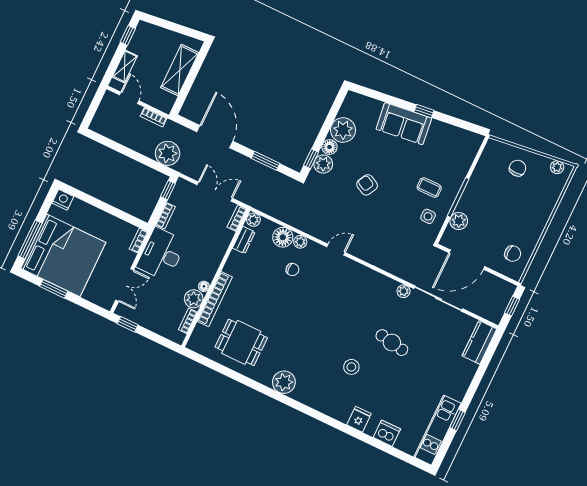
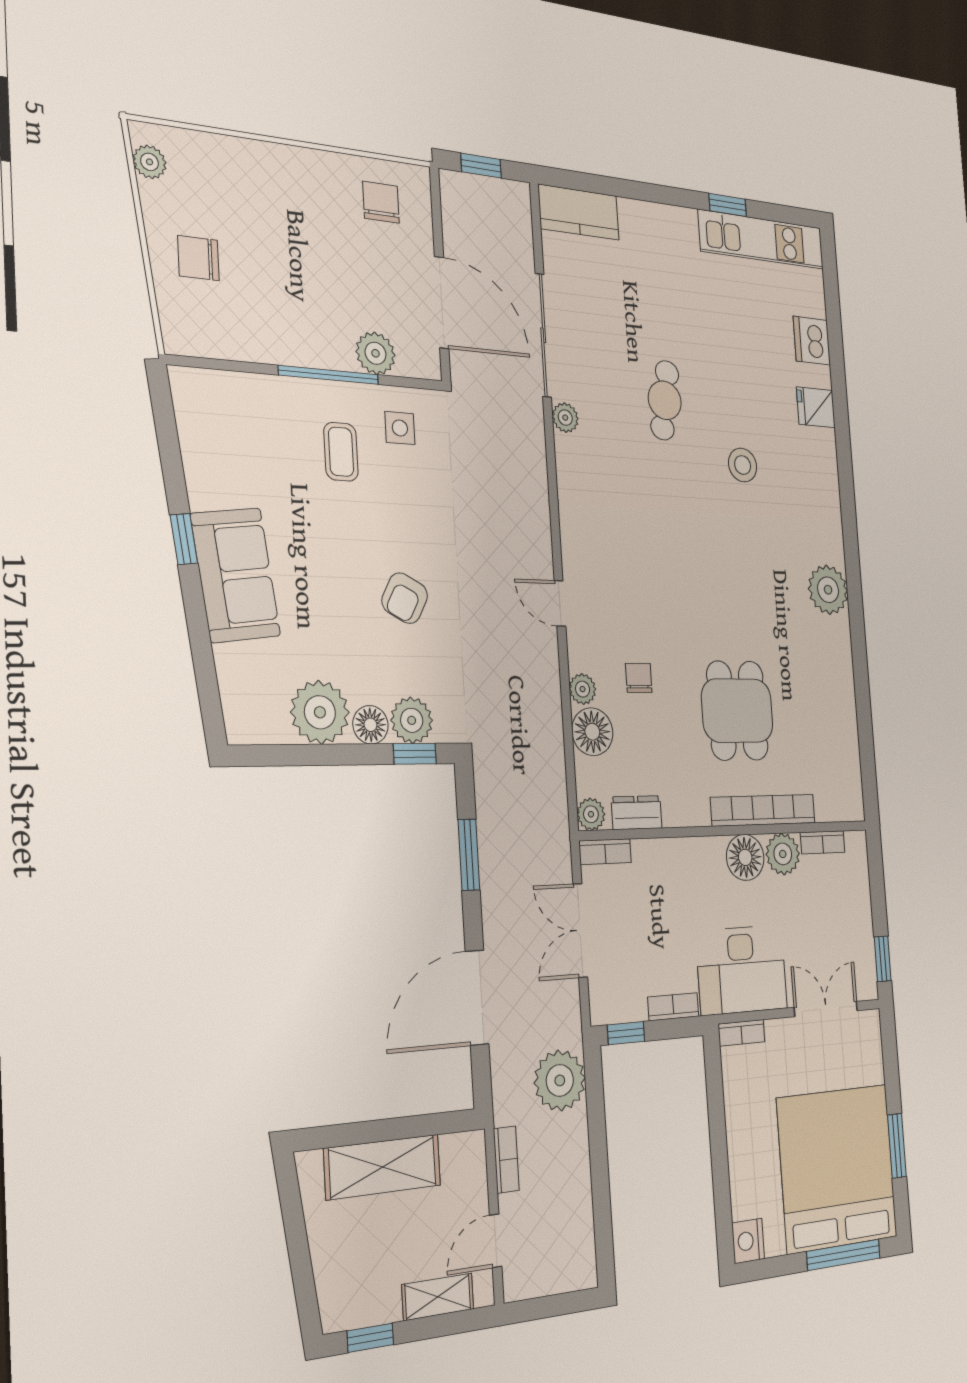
floor lamp: (204, 286) -> (745, 857), width x1.89, depth x1.89
dining table: (241, 342) -> (737, 711), moved

